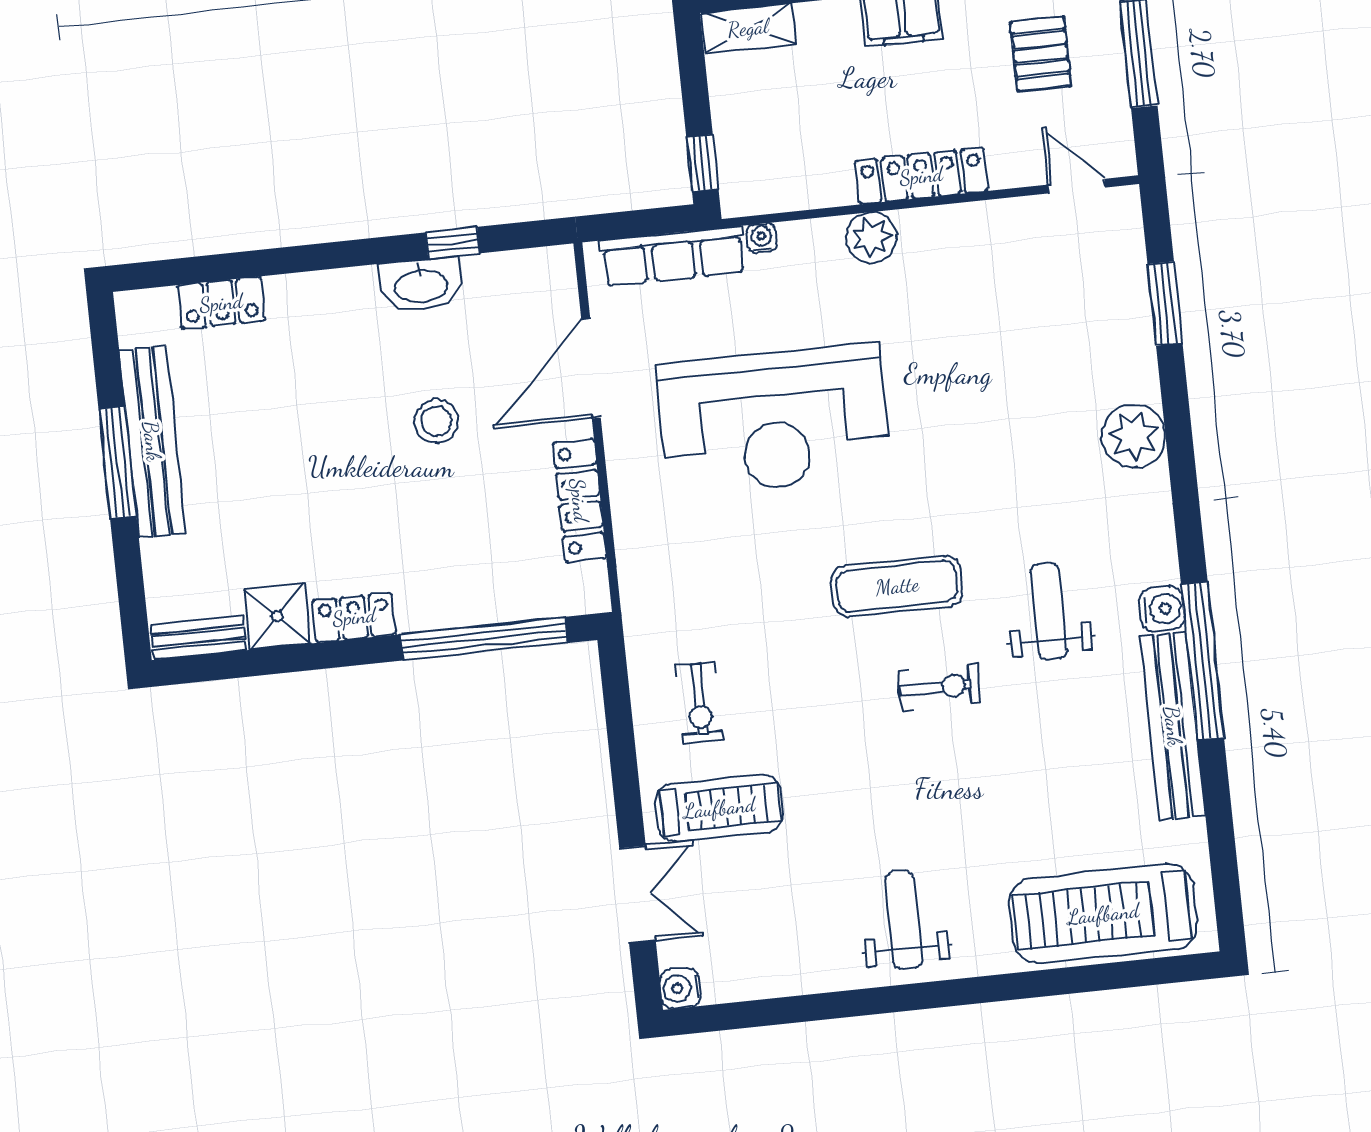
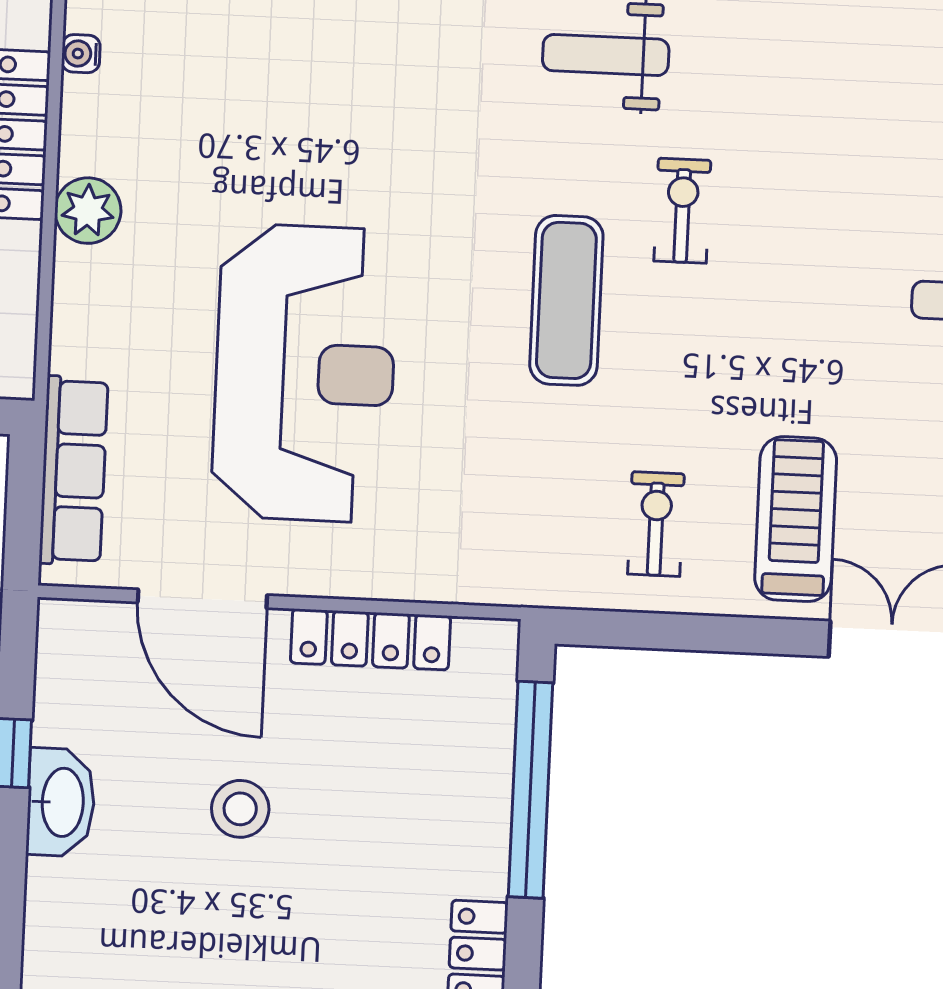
water cooler: (762, 238) -> (81, 54), moved
exercise mat: (897, 586) -> (566, 300), moved
exercise bike: (699, 703) -> (656, 524), turned -90

